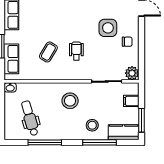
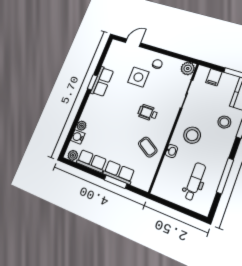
coffee table: (48, 52) -> (148, 147), moved
row of seats: (11, 59) -> (119, 172), moved
washbasin: (10, 87) -> (172, 151), moved
dental chair: (30, 118) -> (195, 181), turned 106

